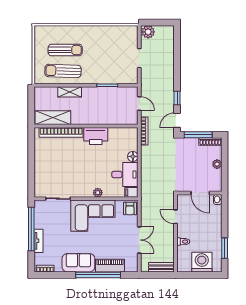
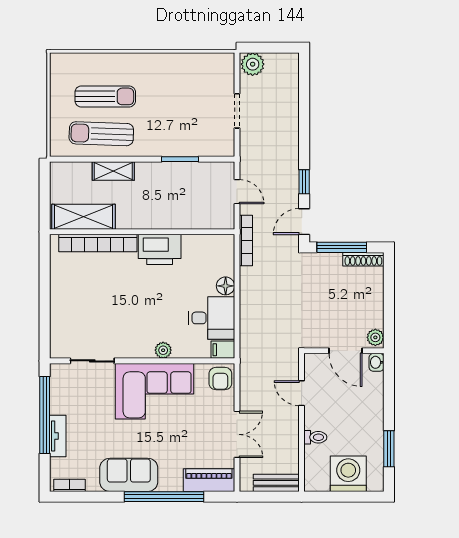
plant: (217, 164) -> (375, 337), moved
piano: (110, 266) -> (209, 480), moved

